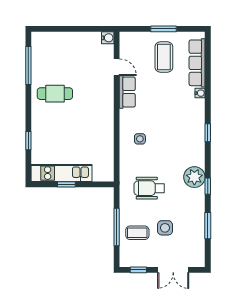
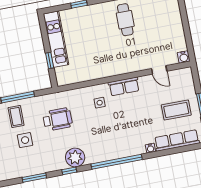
door: (117, 67) -> (159, 70), hinge flipped
row of seats: (127, 92) -> (124, 86), moved
window: (208, 133) -> (117, 162), width x3.17
window: (66, 184) -> (50, 60), moved
wheelchair: (149, 188) -> (58, 119), turned 90

